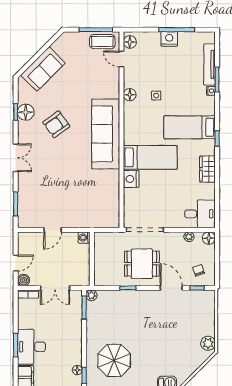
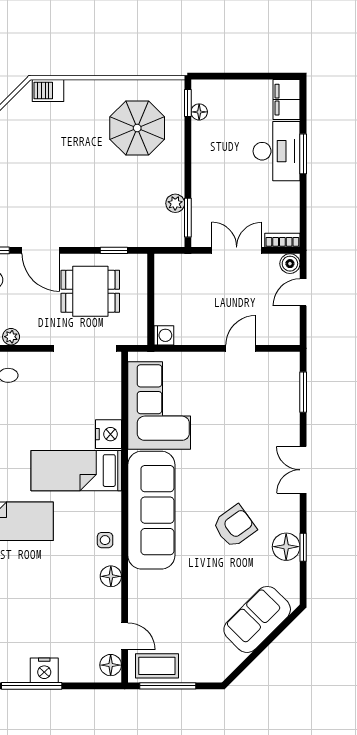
side table: (156, 96) -> (105, 540), moved
corner sofa: (101, 196) -> (159, 405), added
washing machine: (84, 238) -> (164, 335), moved
wall: (92, 259) -> (151, 299), moved
plant: (92, 295) -> (175, 203), moved

